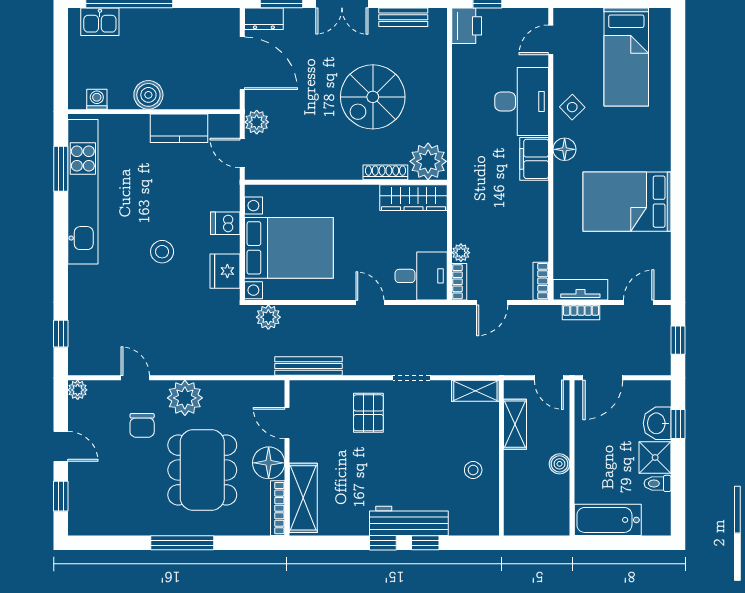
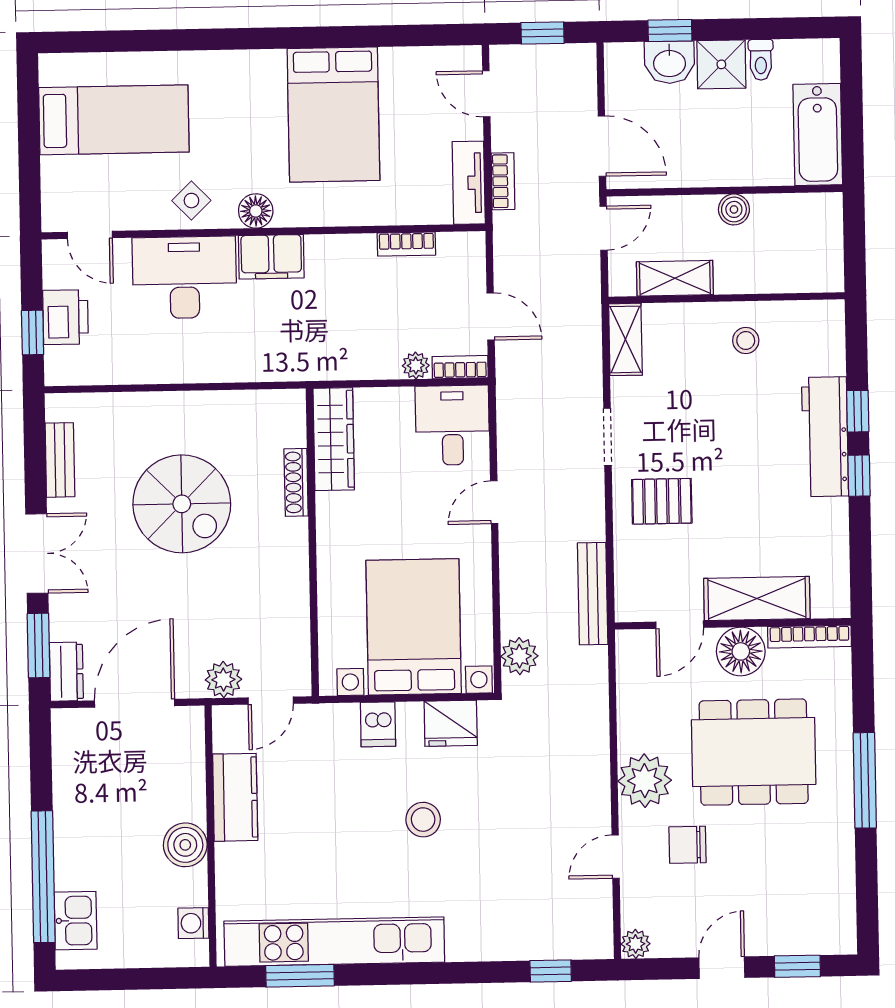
printer: (467, 26) -> (65, 317), moved, turned 90
plant: (428, 161) -> (278, 418), removed
bookcase: (541, 281) -> (406, 244), moved
chair: (142, 425) -> (688, 845), turned 180
shelving: (303, 498) -> (757, 599), moved

